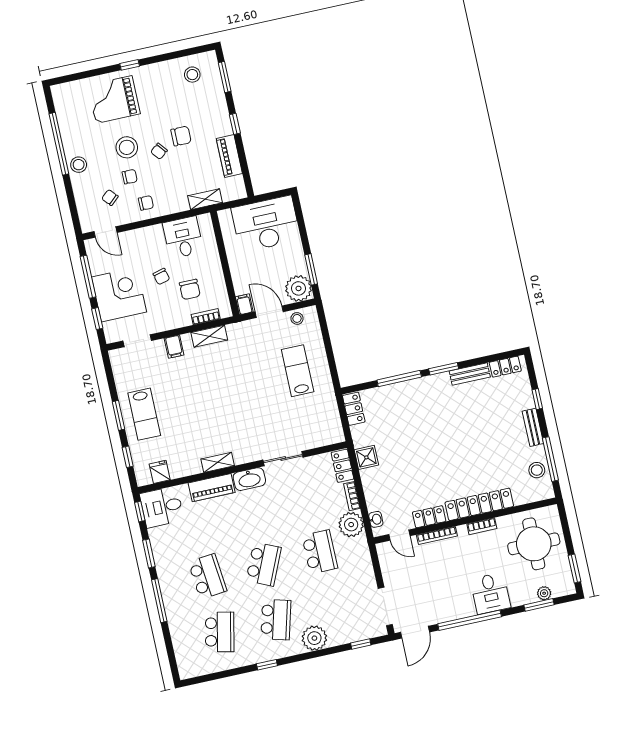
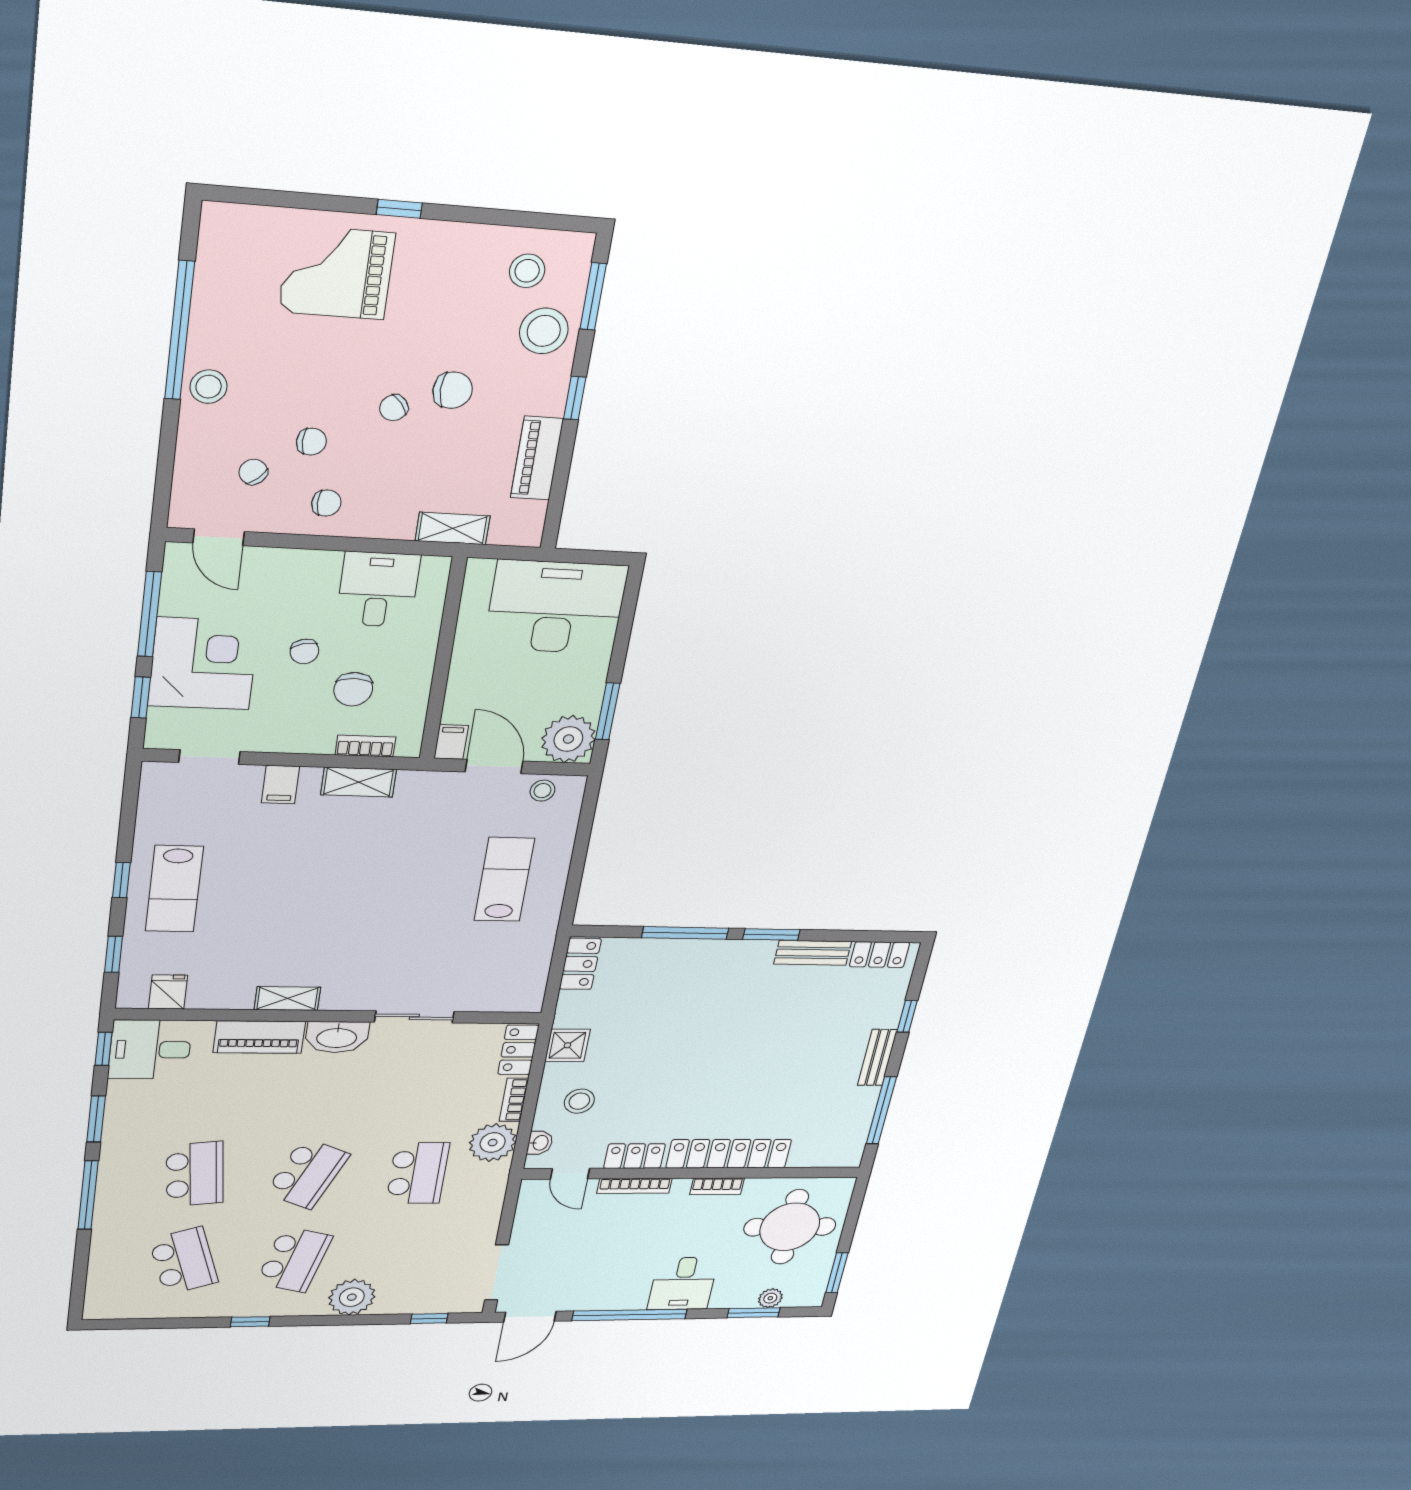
stool: (127, 147) -> (544, 331), moved
window: (119, 415) -> (121, 880), width x0.67
stool: (537, 470) -> (579, 1101), moved
school desk: (220, 632) -> (184, 1261), turned -30

